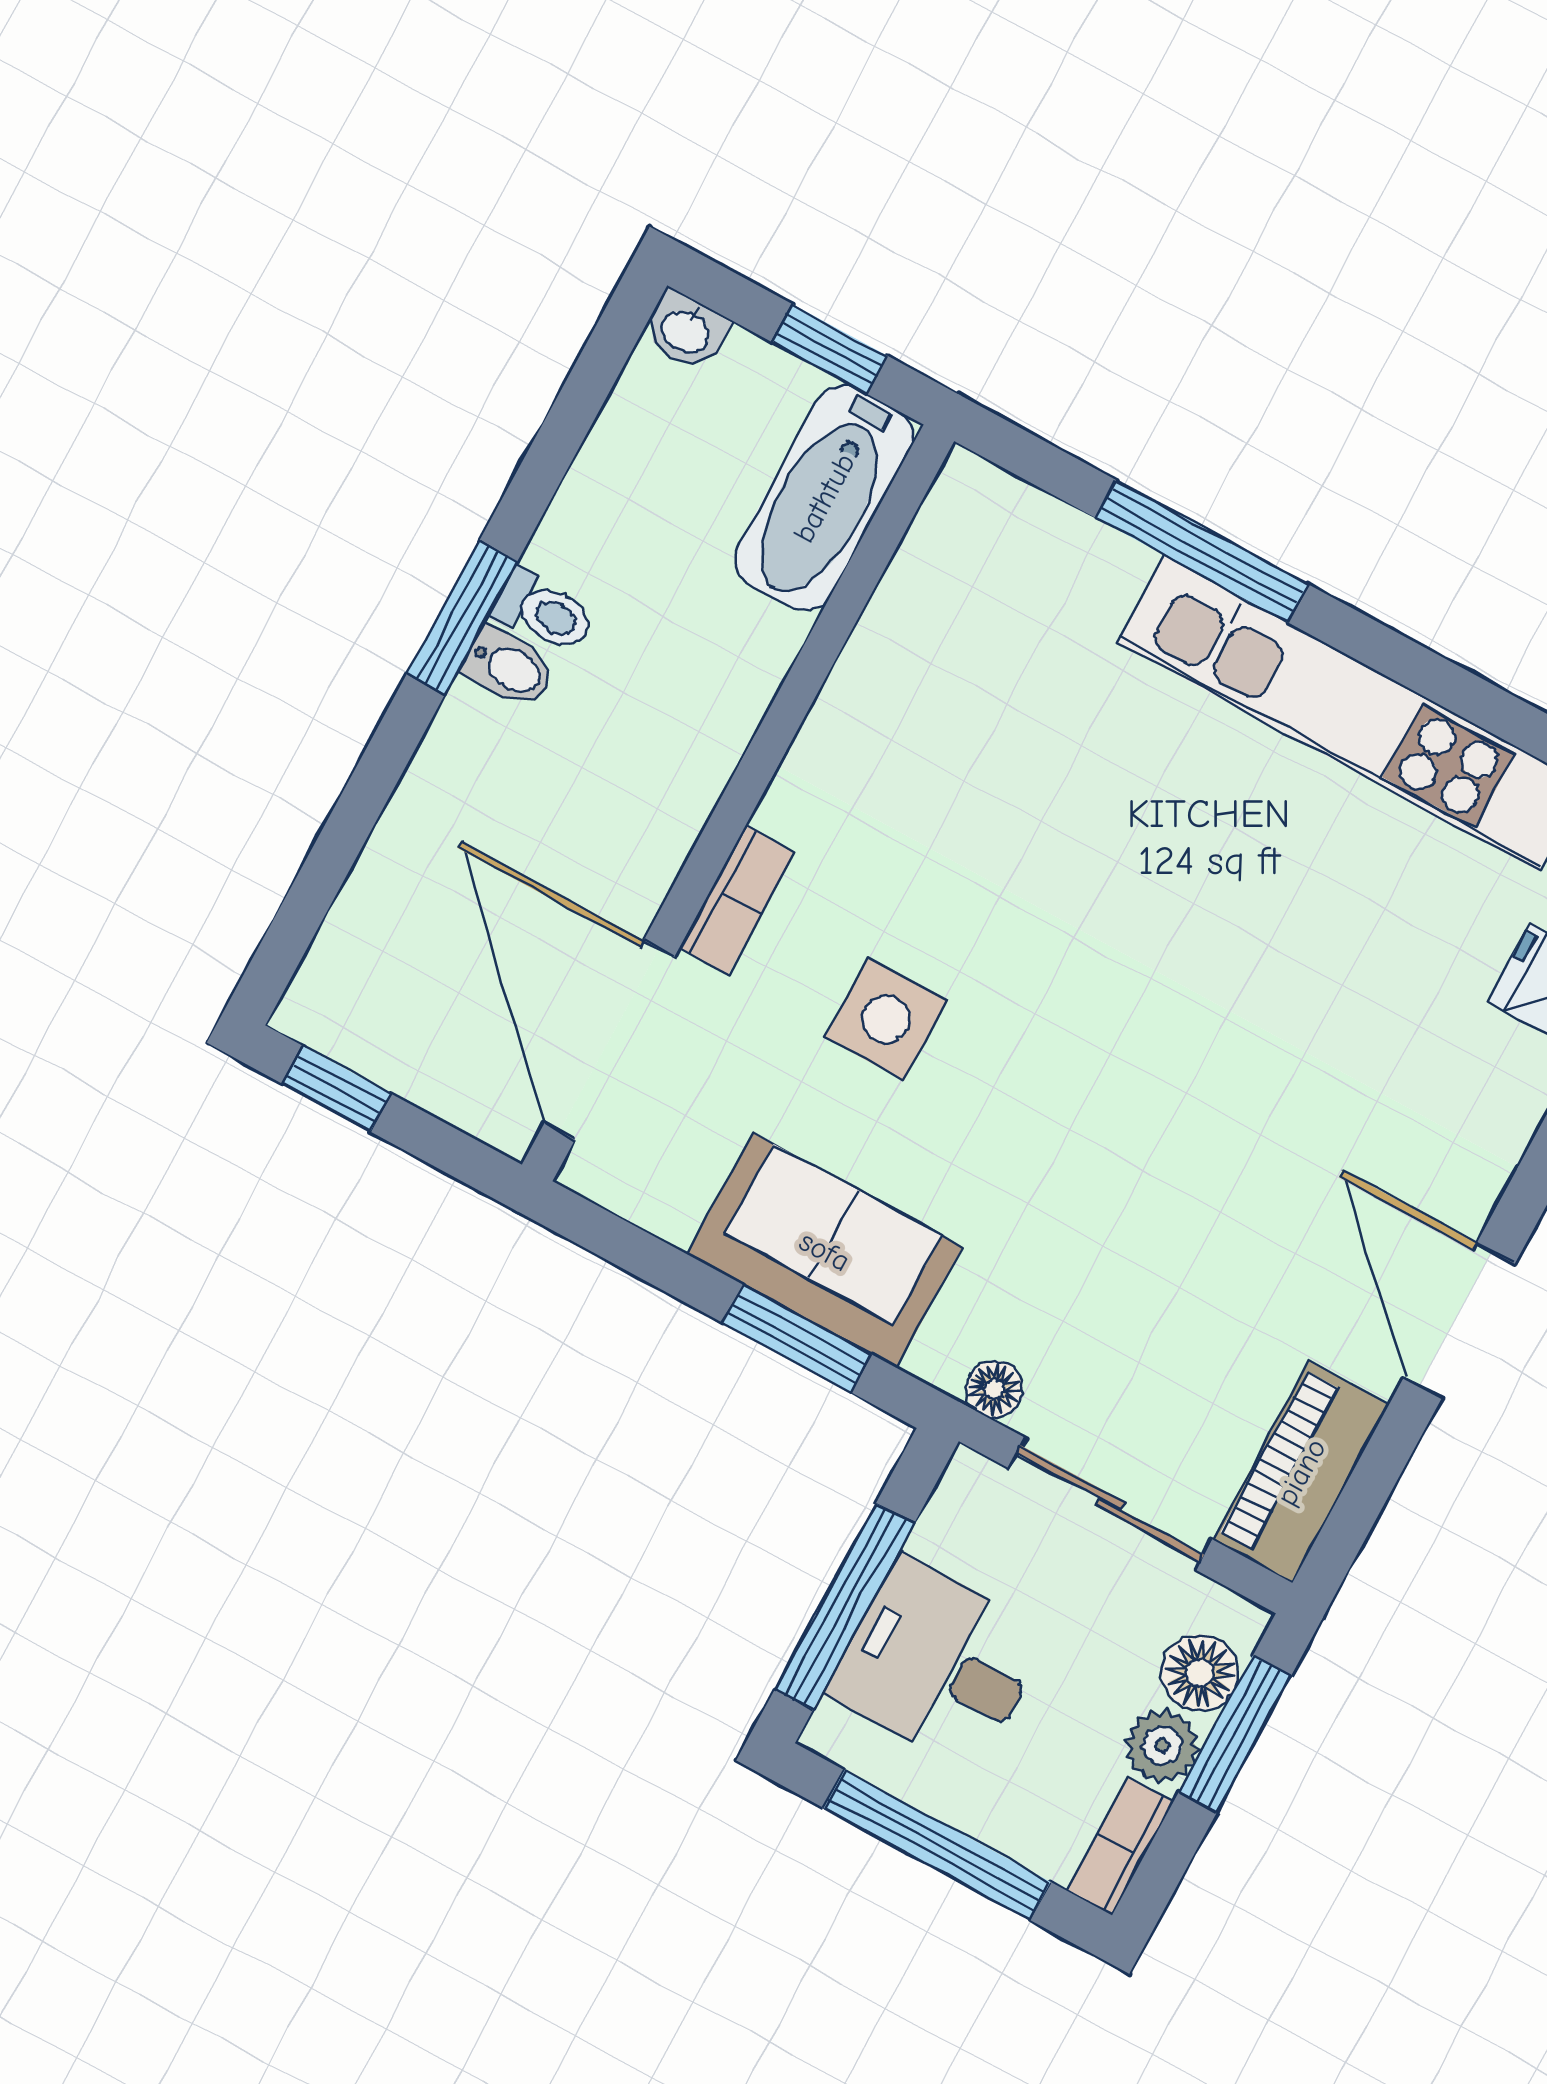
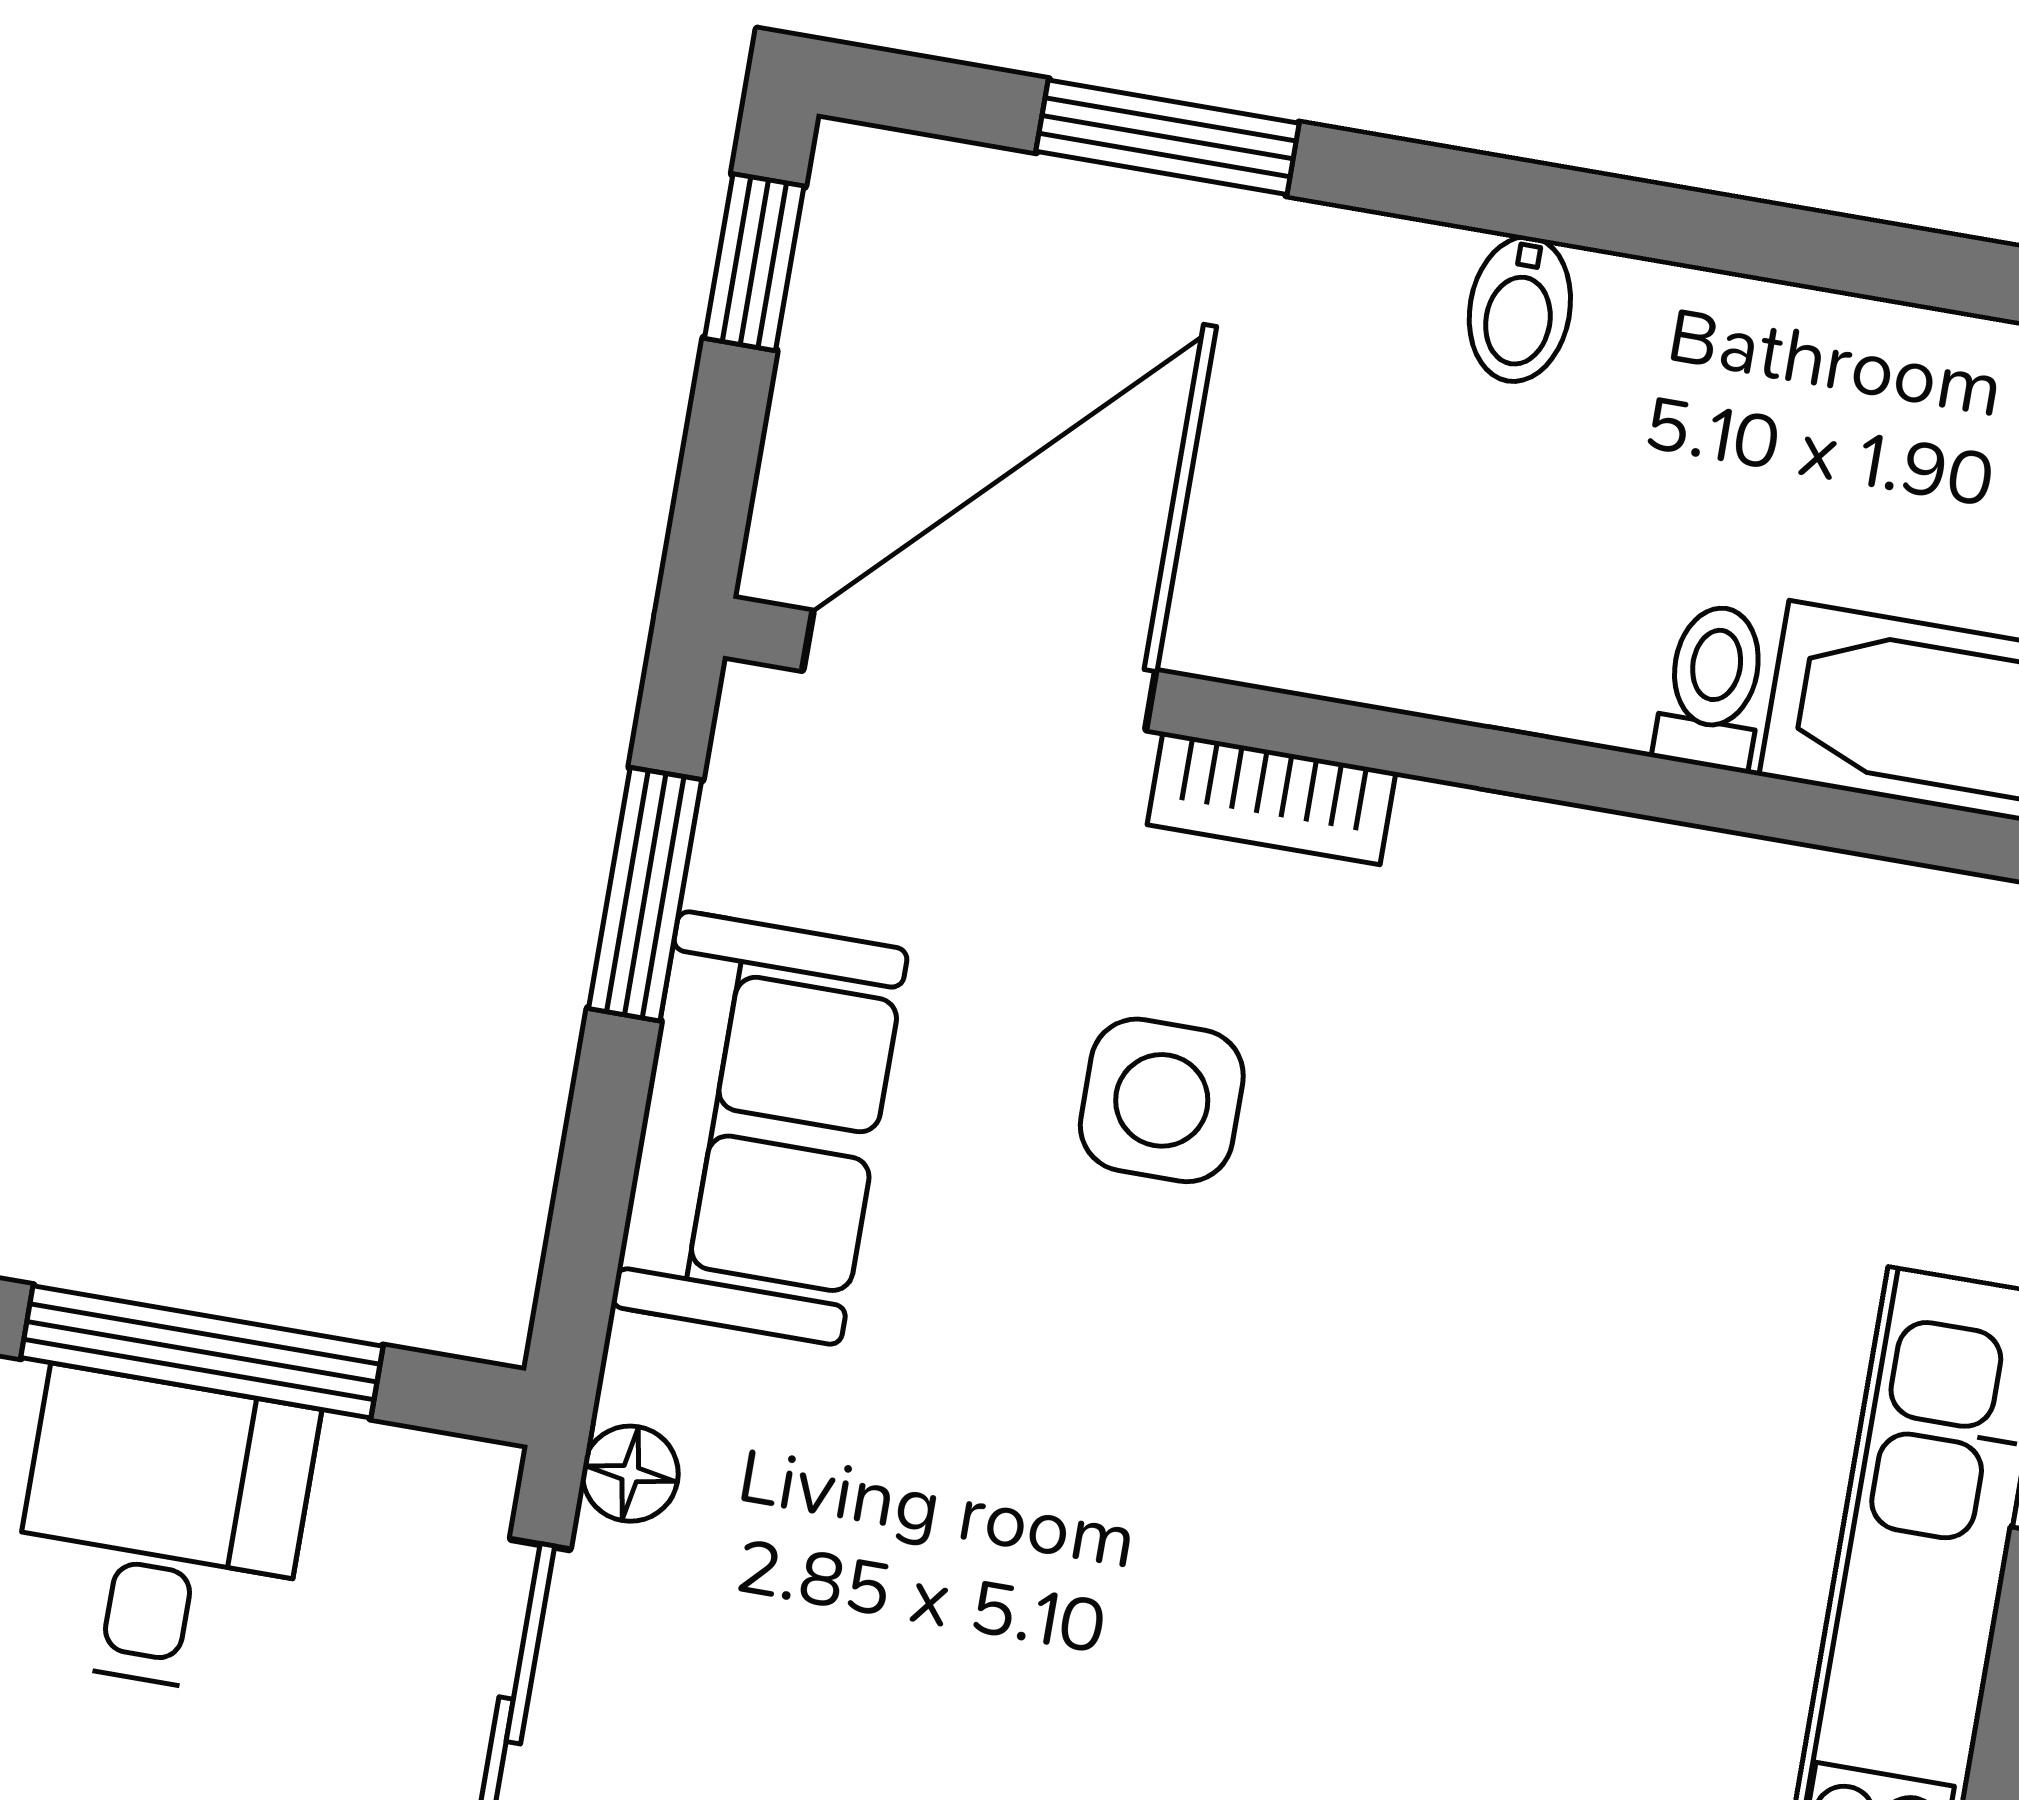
toilet: (544, 612) -> (1713, 687), moved, turned 180
window: (462, 618) -> (1168, 137), moved
window: (797, 1338) -> (645, 894), moved

